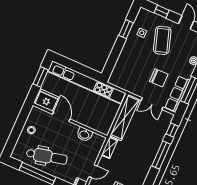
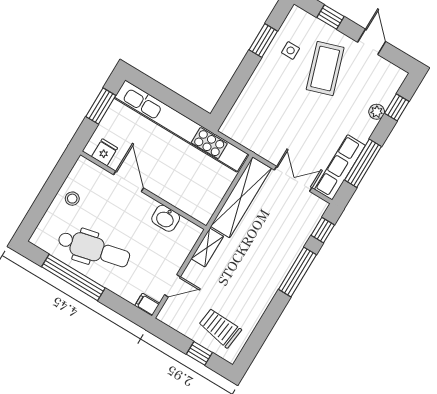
chair: (159, 78) -> (310, 134), removed
fridge: (47, 100) -> (105, 152), width x0.53, depth x0.75
double door: (152, 104) -> (293, 179), swing flipped

